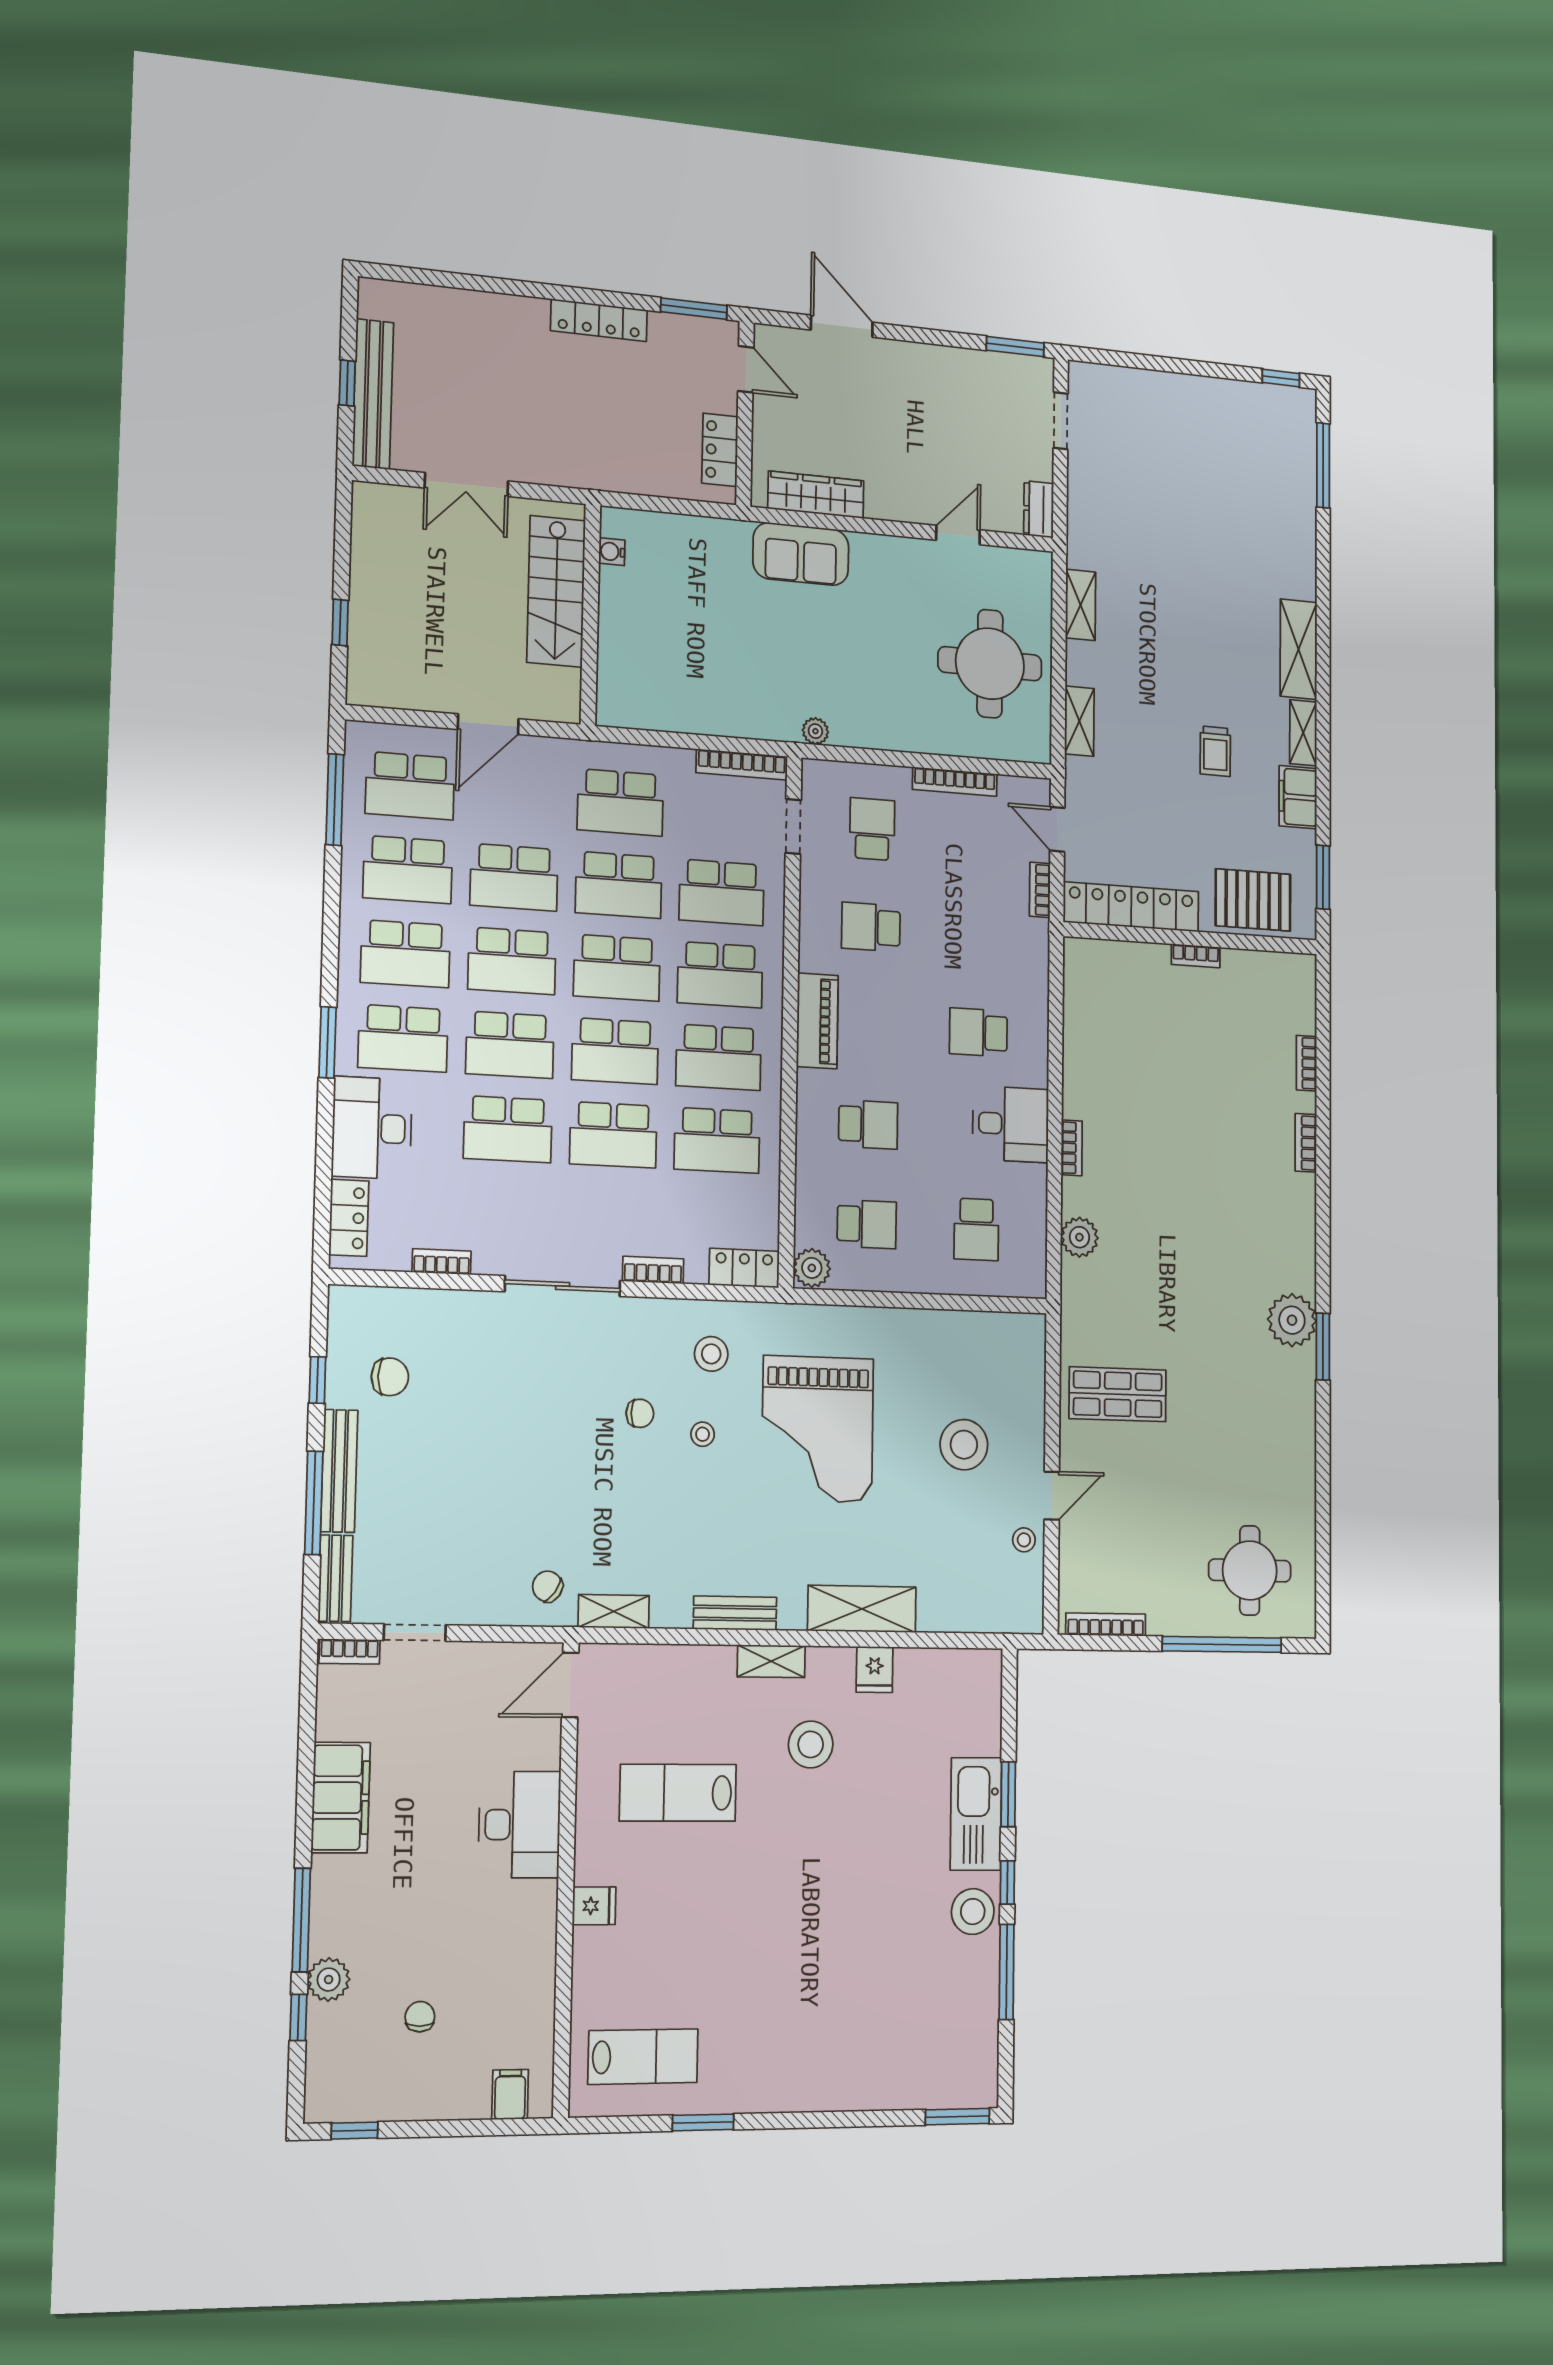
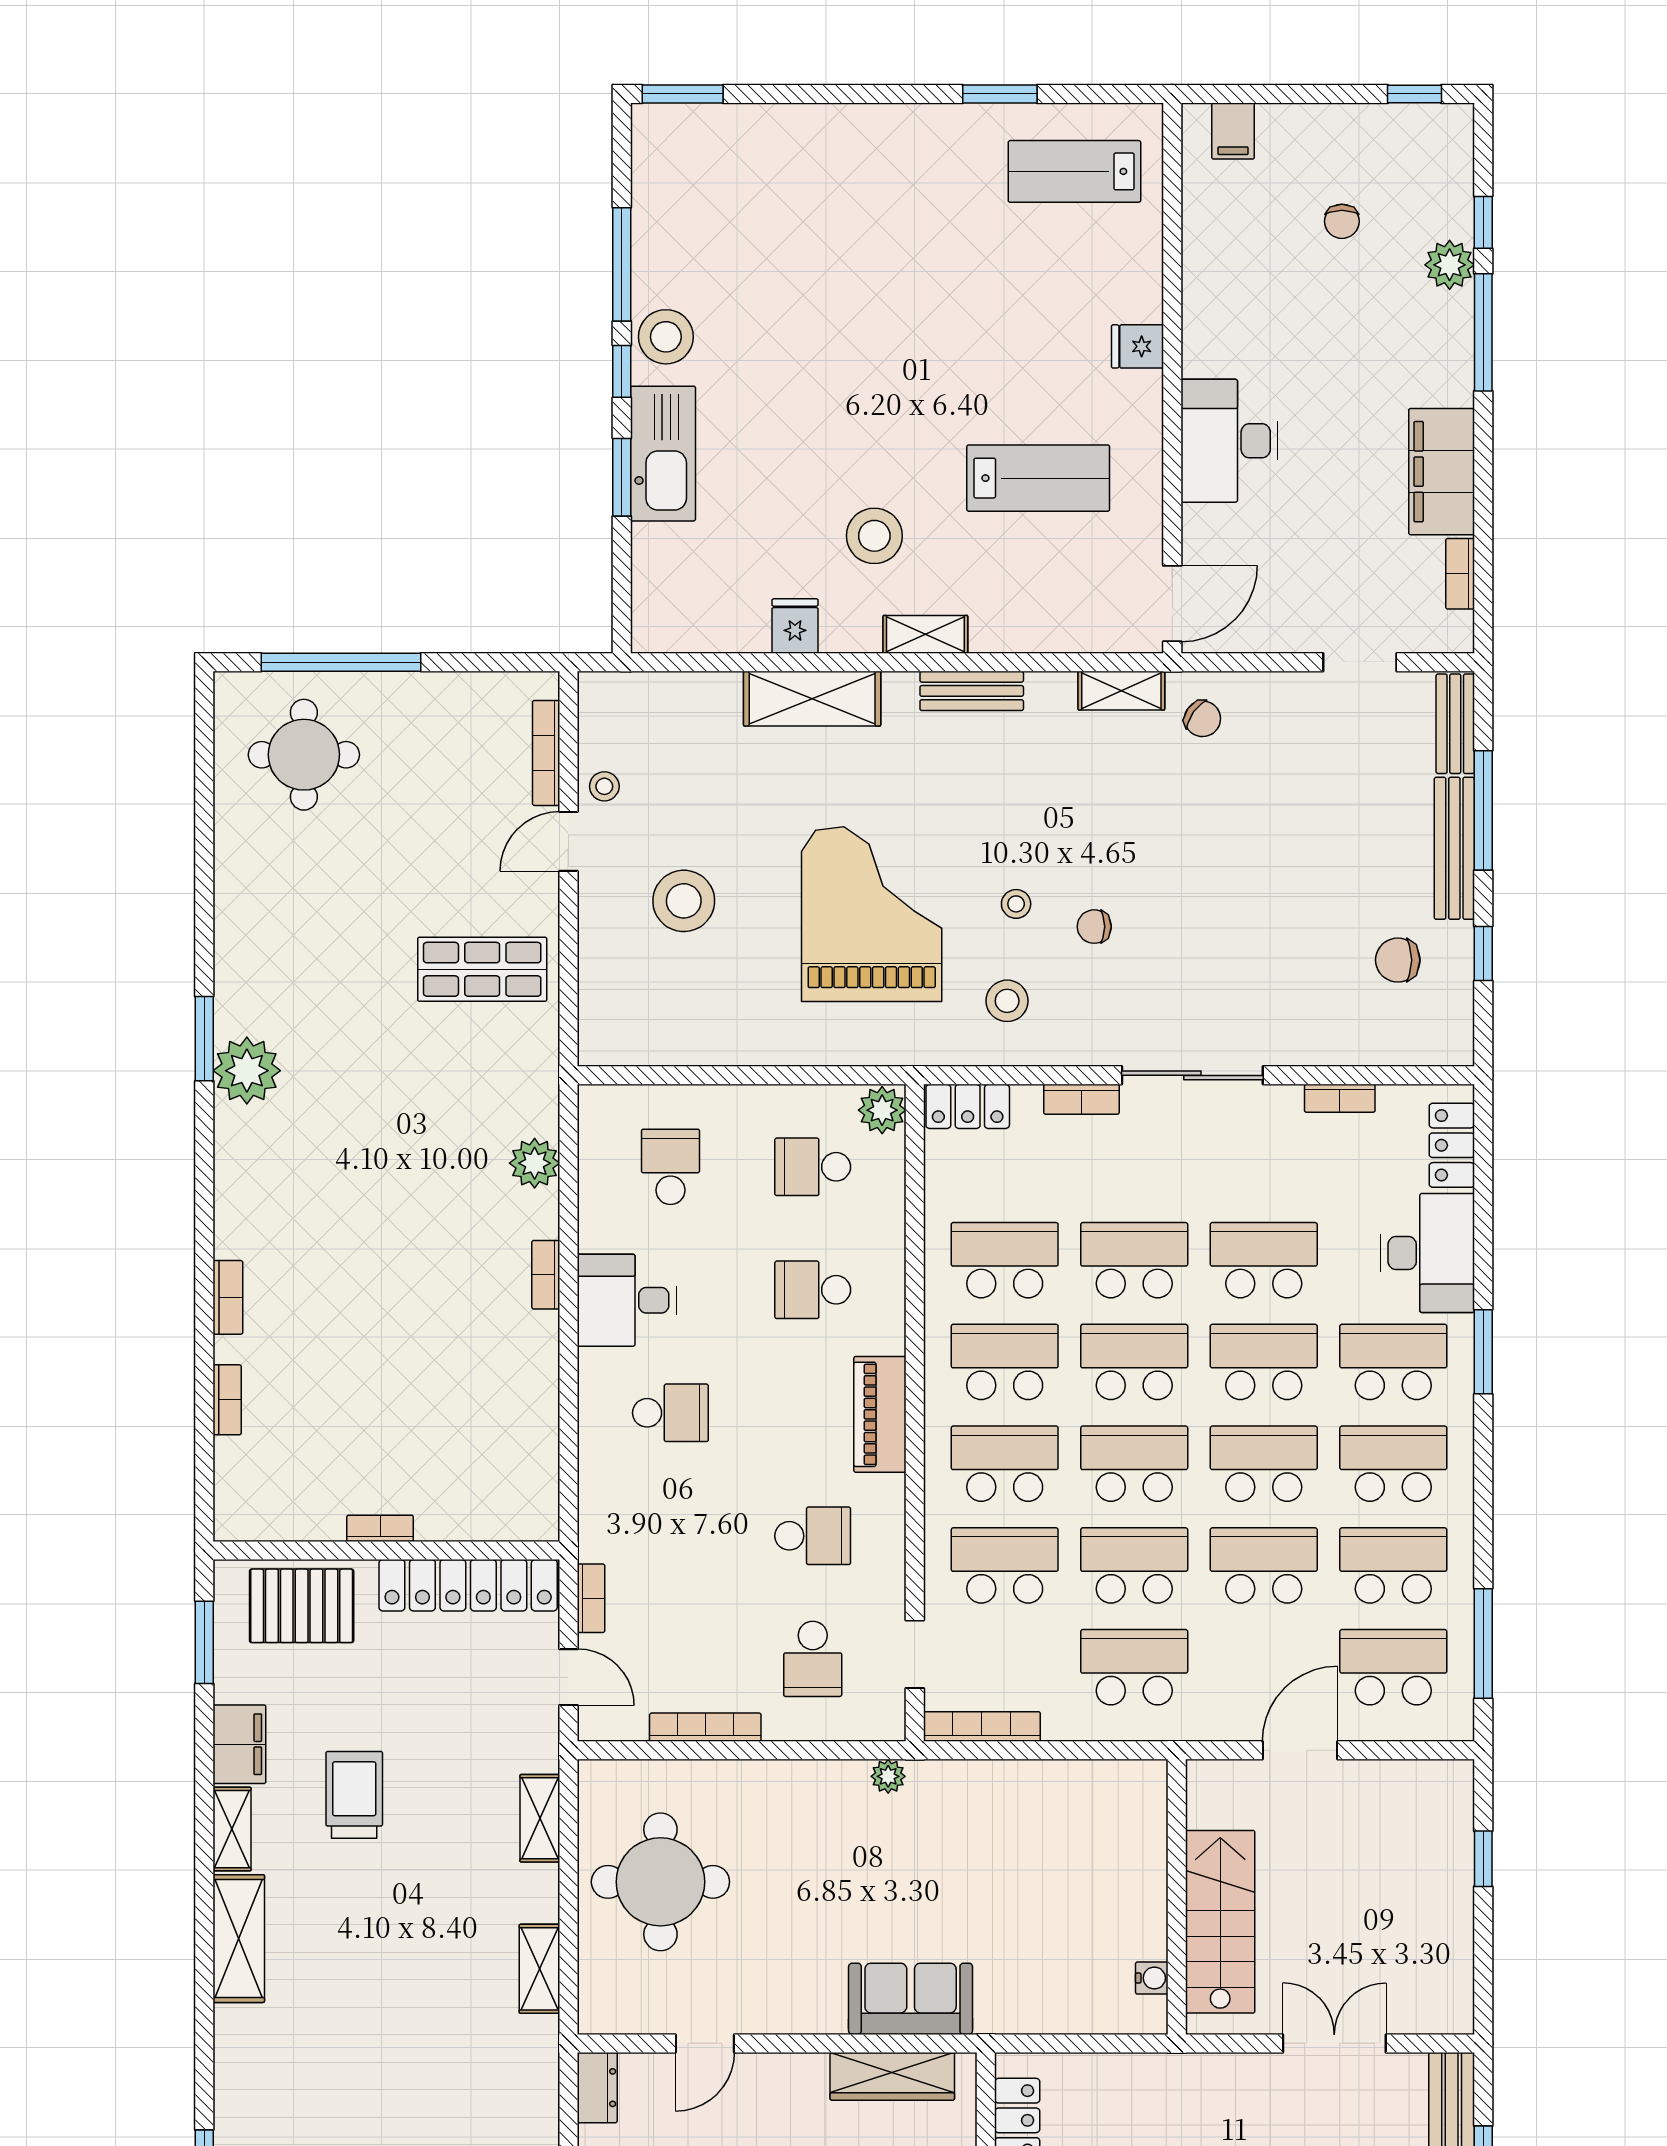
trolley: (1215, 751) -> (354, 1795), width x1.36, depth x1.39
bookcase: (1106, 1624) -> (546, 753), moved, turned 90
bookcase: (350, 1652) -> (1460, 574), moved, turned -90

